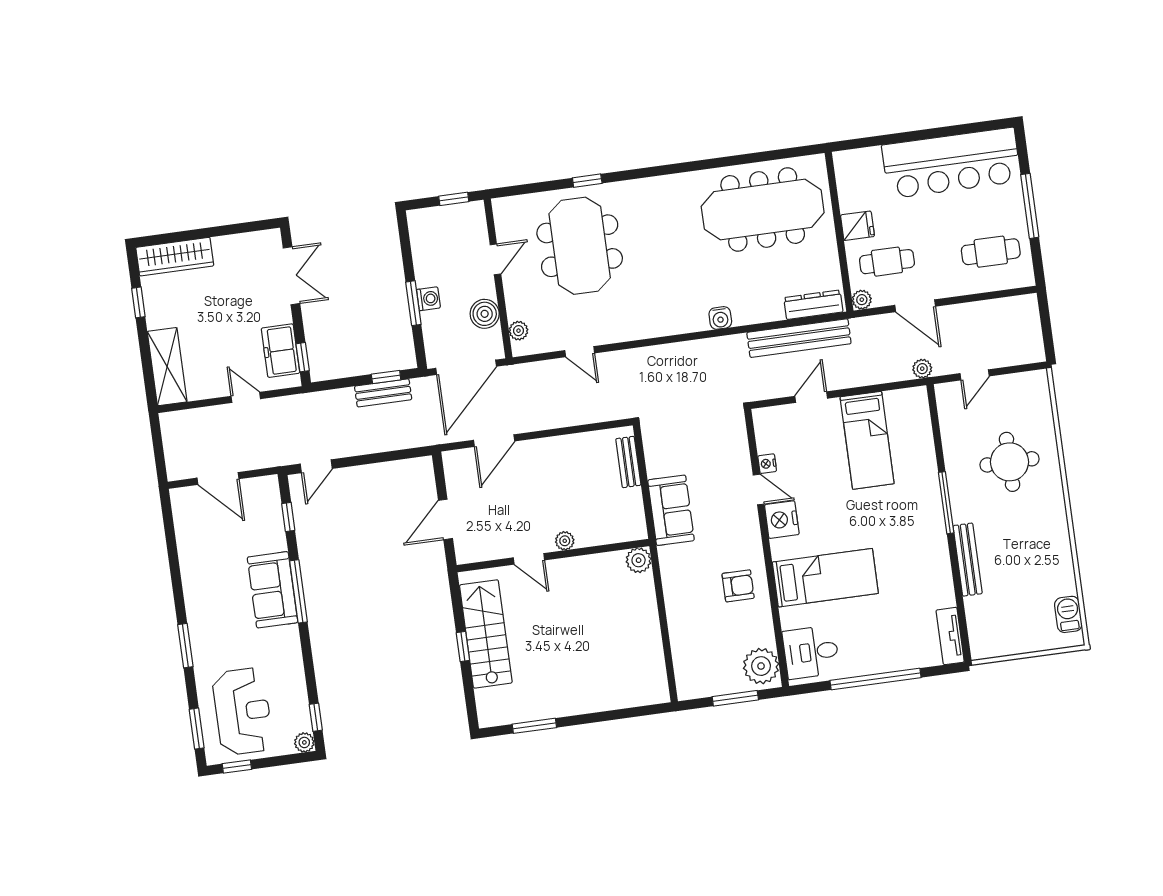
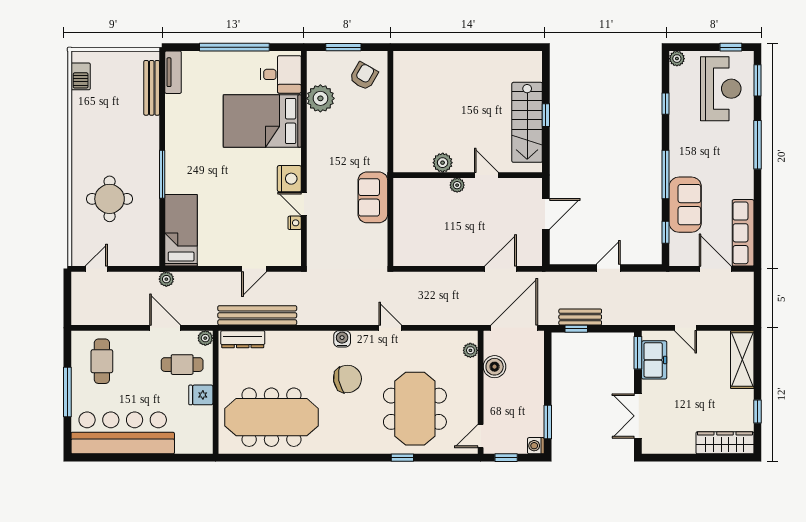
cafe table: (991, 252) -> (102, 361), turned 90
door: (495, 259) -> (481, 436), moved
chair: (672, 272) -> (347, 379), added
washing machine: (428, 299) -> (536, 446), moved
window: (413, 303) -> (548, 422), moved
water cooler: (720, 318) -> (342, 339), moved
door: (580, 352) -> (390, 328), moved
window: (303, 357) -> (638, 353), width x1.50
door: (975, 375) -> (96, 269), moved
bed: (867, 440) -> (181, 230), moved
bench: (628, 462) -> (400, 239), removed
door: (316, 466) -> (608, 268), moved
row of seats: (188, 530) -> (743, 233), added
plant: (639, 560) -> (443, 163), moved
bench: (968, 560) -> (152, 88), moved
bed: (825, 578) -> (262, 121), width x1.50
armchair: (738, 586) -> (364, 76), moved, turned 120
sofa: (272, 590) -> (685, 205), moved
window: (185, 646) -> (758, 145), width x1.44
plant: (761, 666) -> (320, 98), moved
reception desk: (243, 711) -> (721, 89), turned 180
window: (316, 717) -> (666, 104), moved
window: (534, 726) -> (500, 47), removed

